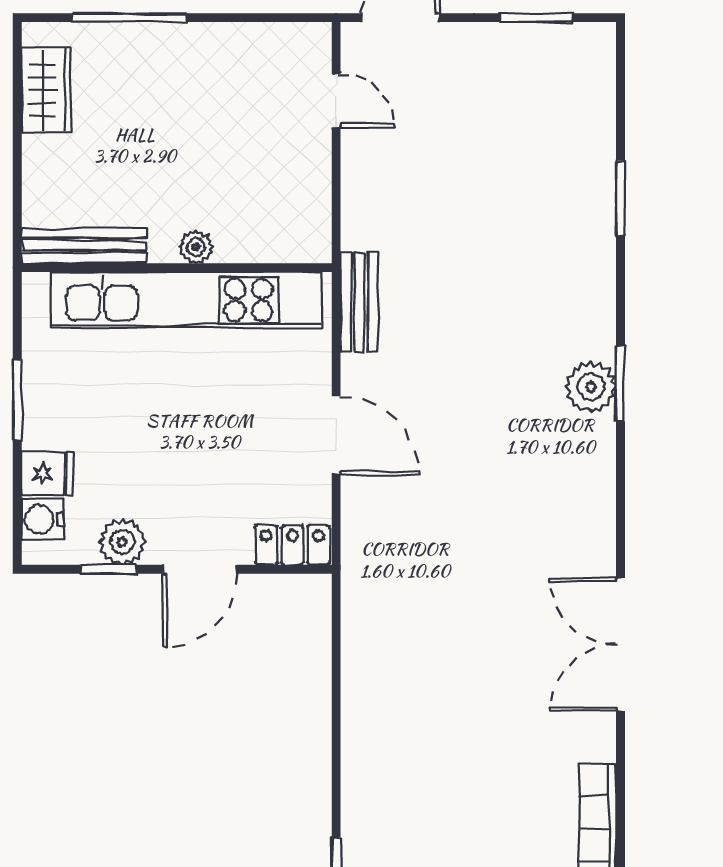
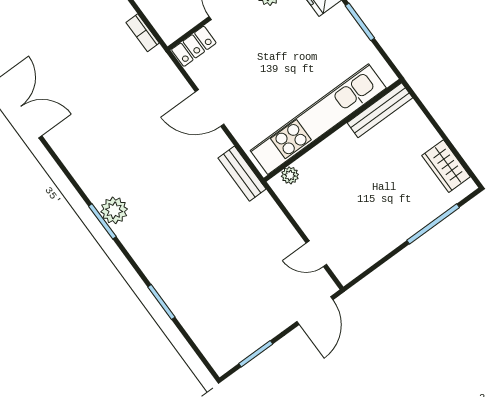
plant: (196, 247) -> (290, 175), moved
bookcase: (354, 621) -> (143, 33), added

